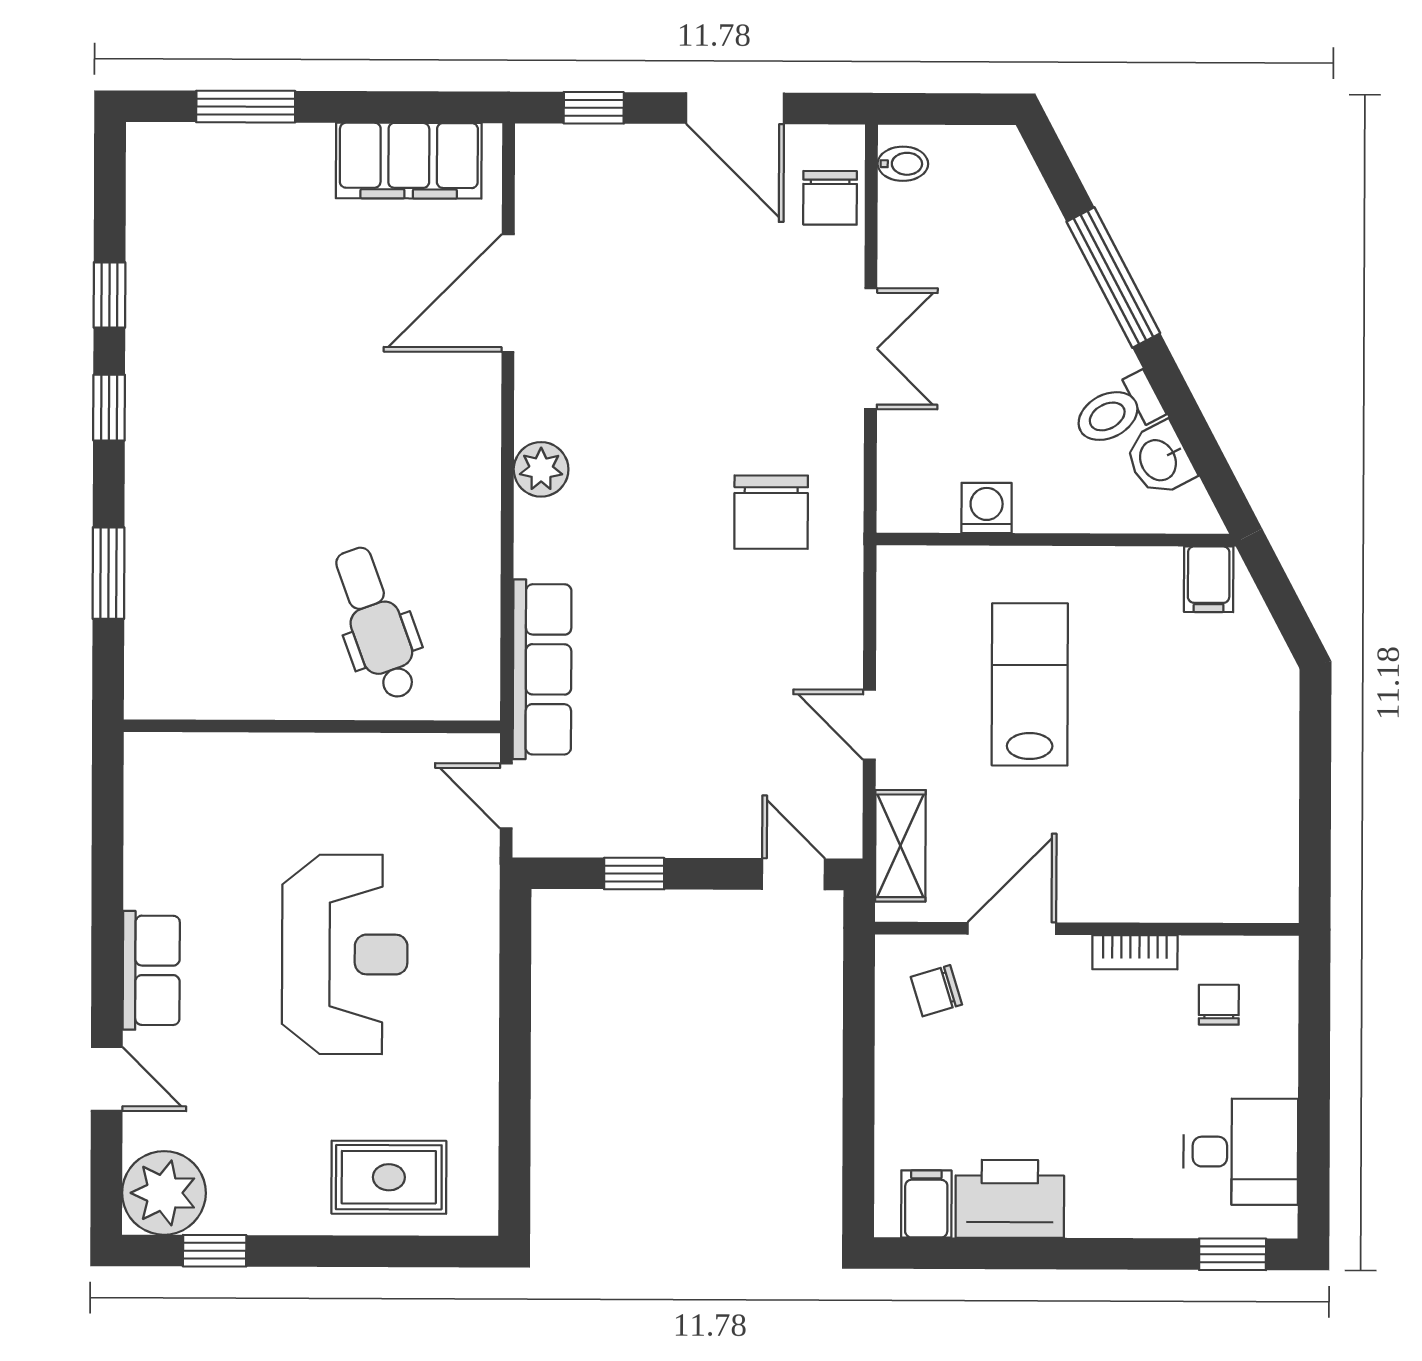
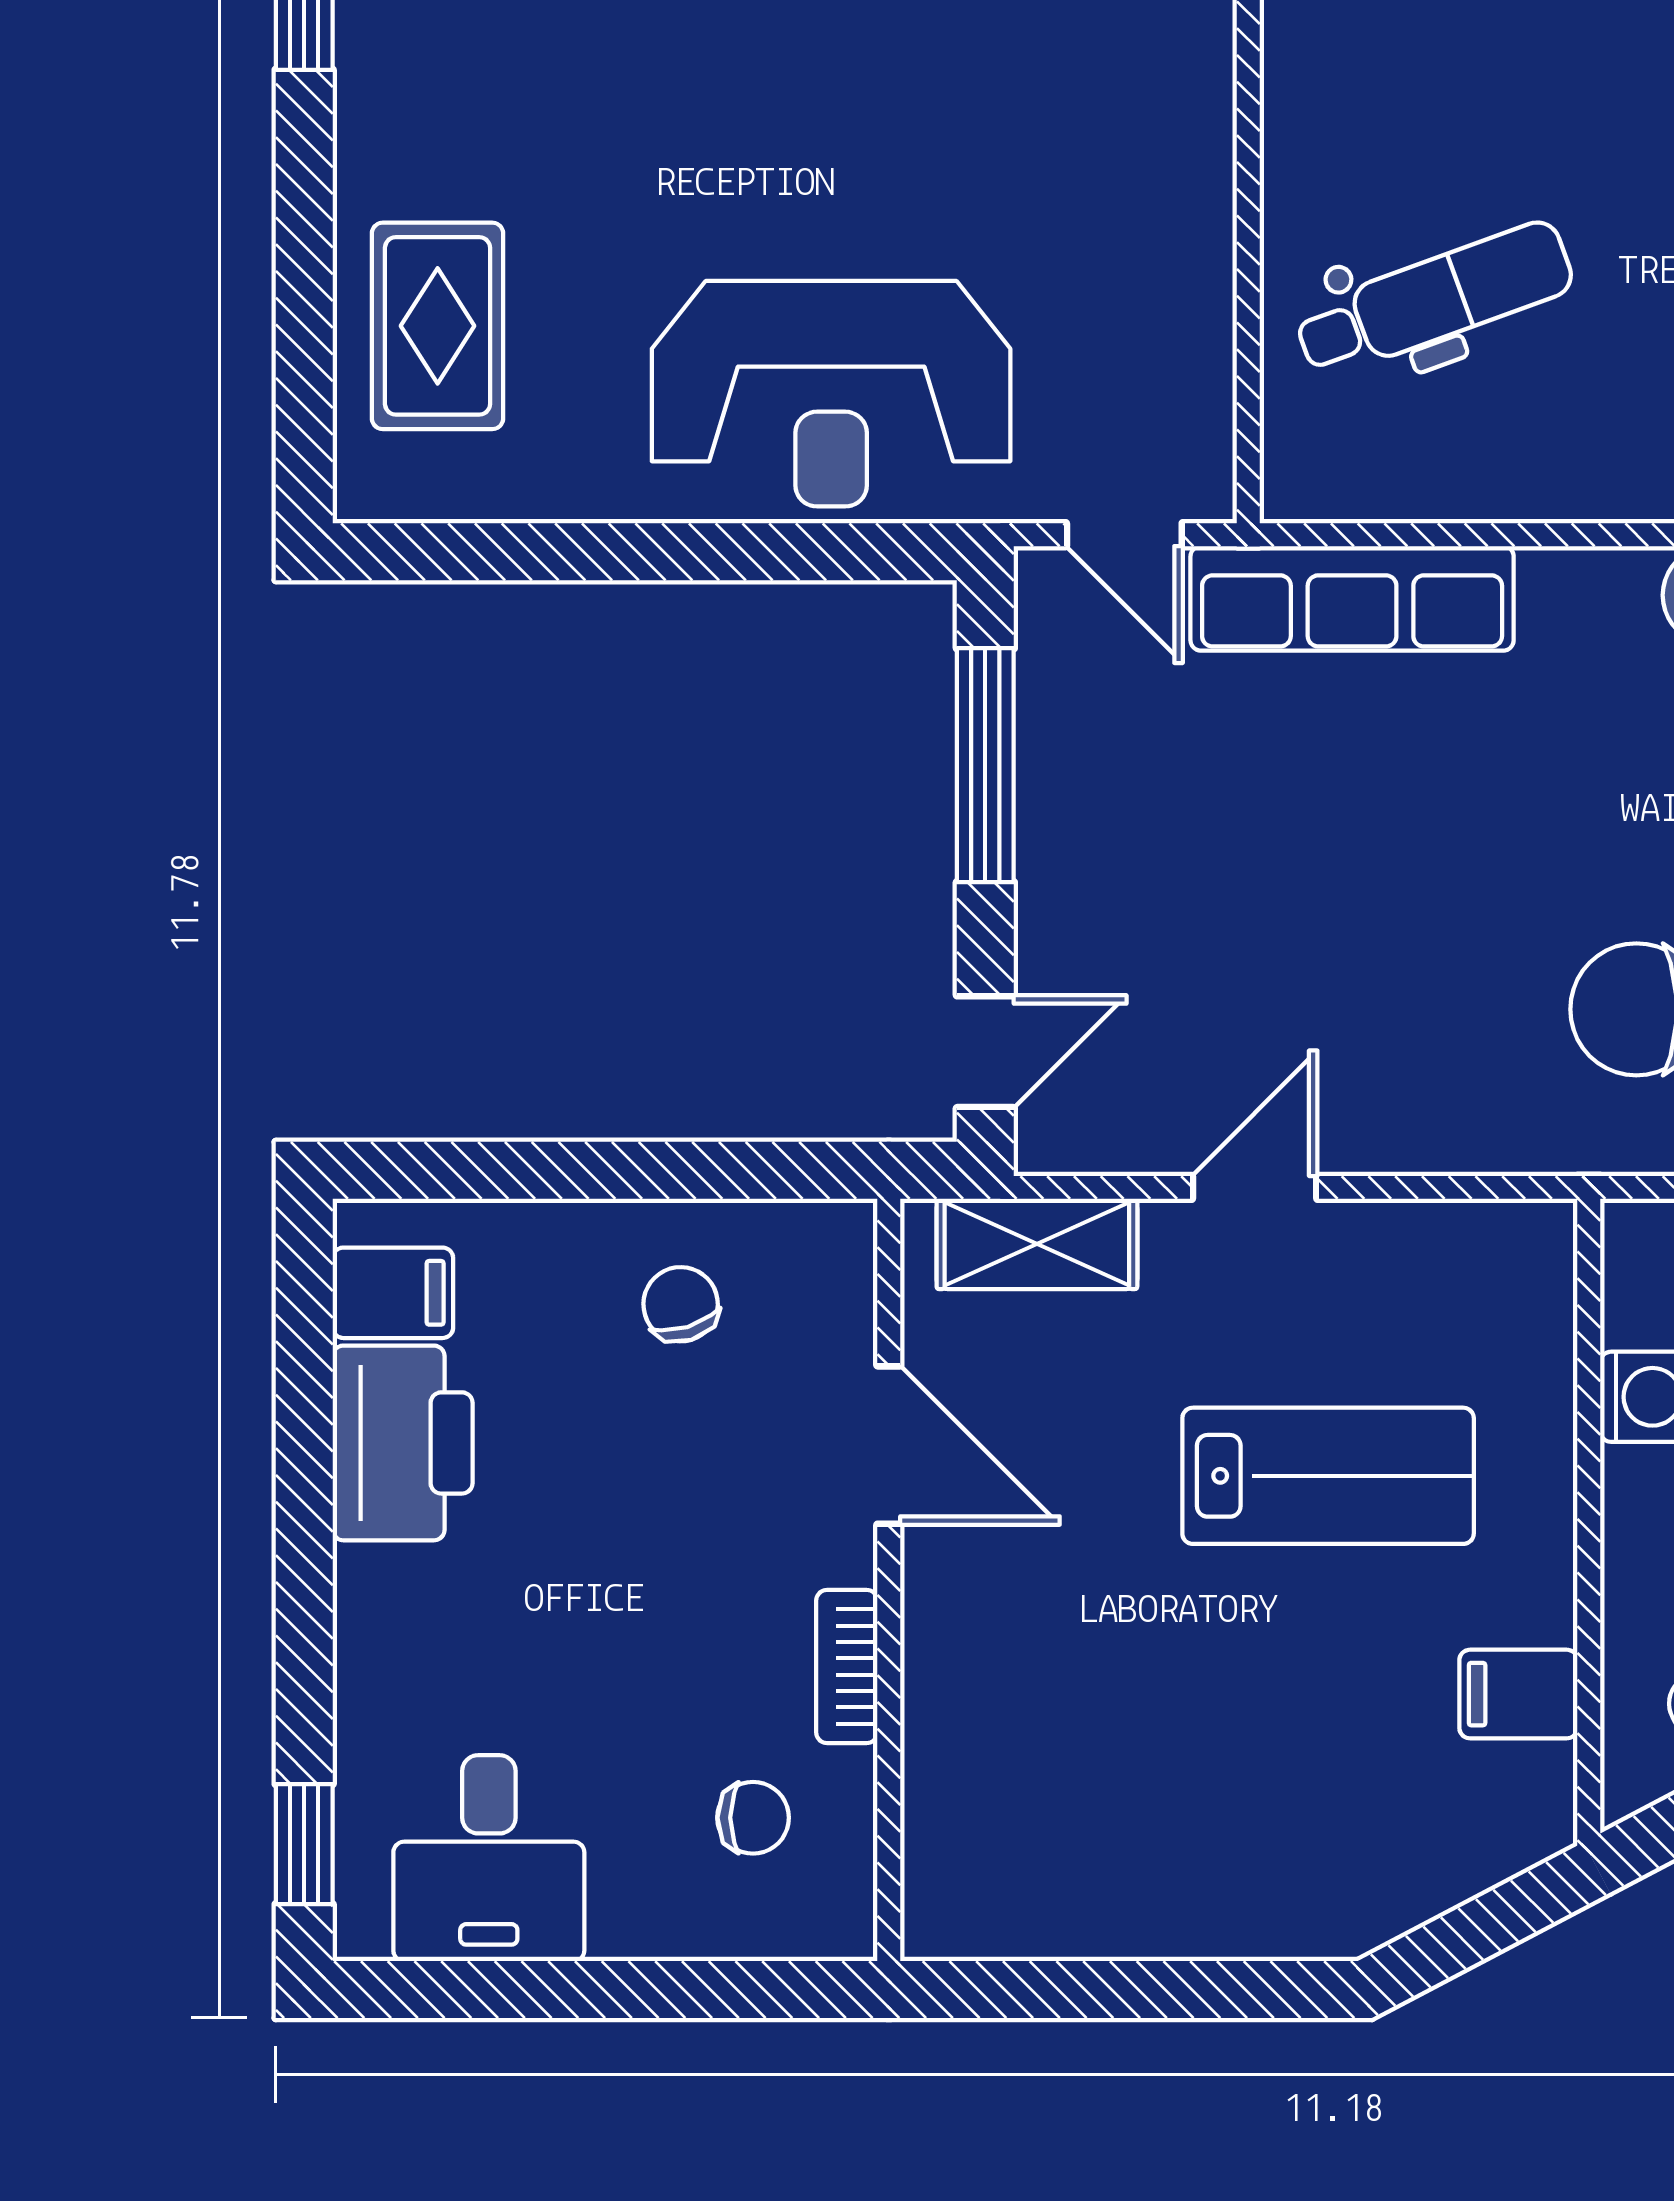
filing cabinet: (1209, 579) -> (1518, 1694), moved
door: (506, 796) -> (1124, 535), swing flipped
window: (634, 874) -> (985, 765), width x2.17
reception desk: (345, 954) -> (831, 394), moved
chair: (936, 991) -> (681, 1304), moved

